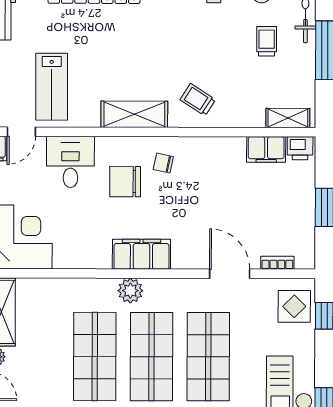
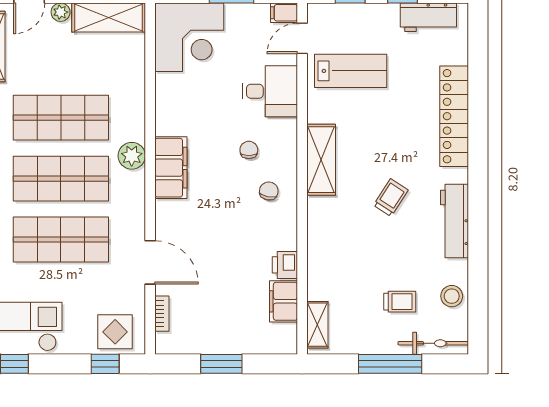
lab bench: (52, 87) -> (351, 71), turned 180
trolley: (198, 100) -> (391, 198), moved
door: (21, 132) -> (302, 38), hinge flipped
printer: (300, 148) -> (285, 265), moved
chair: (125, 182) -> (249, 150), width x0.54, depth x0.54
door: (230, 274) -> (150, 262), hinge flipped

